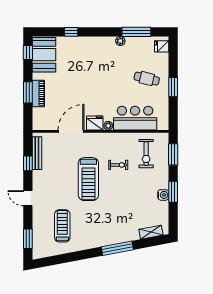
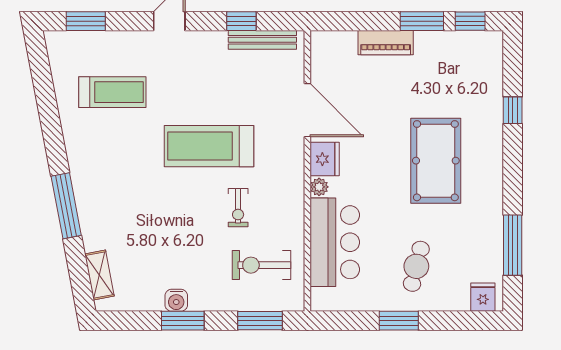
plant: (120, 41) -> (494, 212), removed
booth: (44, 55) -> (466, 54), removed
pool table: (96, 69) -> (436, 161), added
window: (28, 92) -> (422, 21), moved

